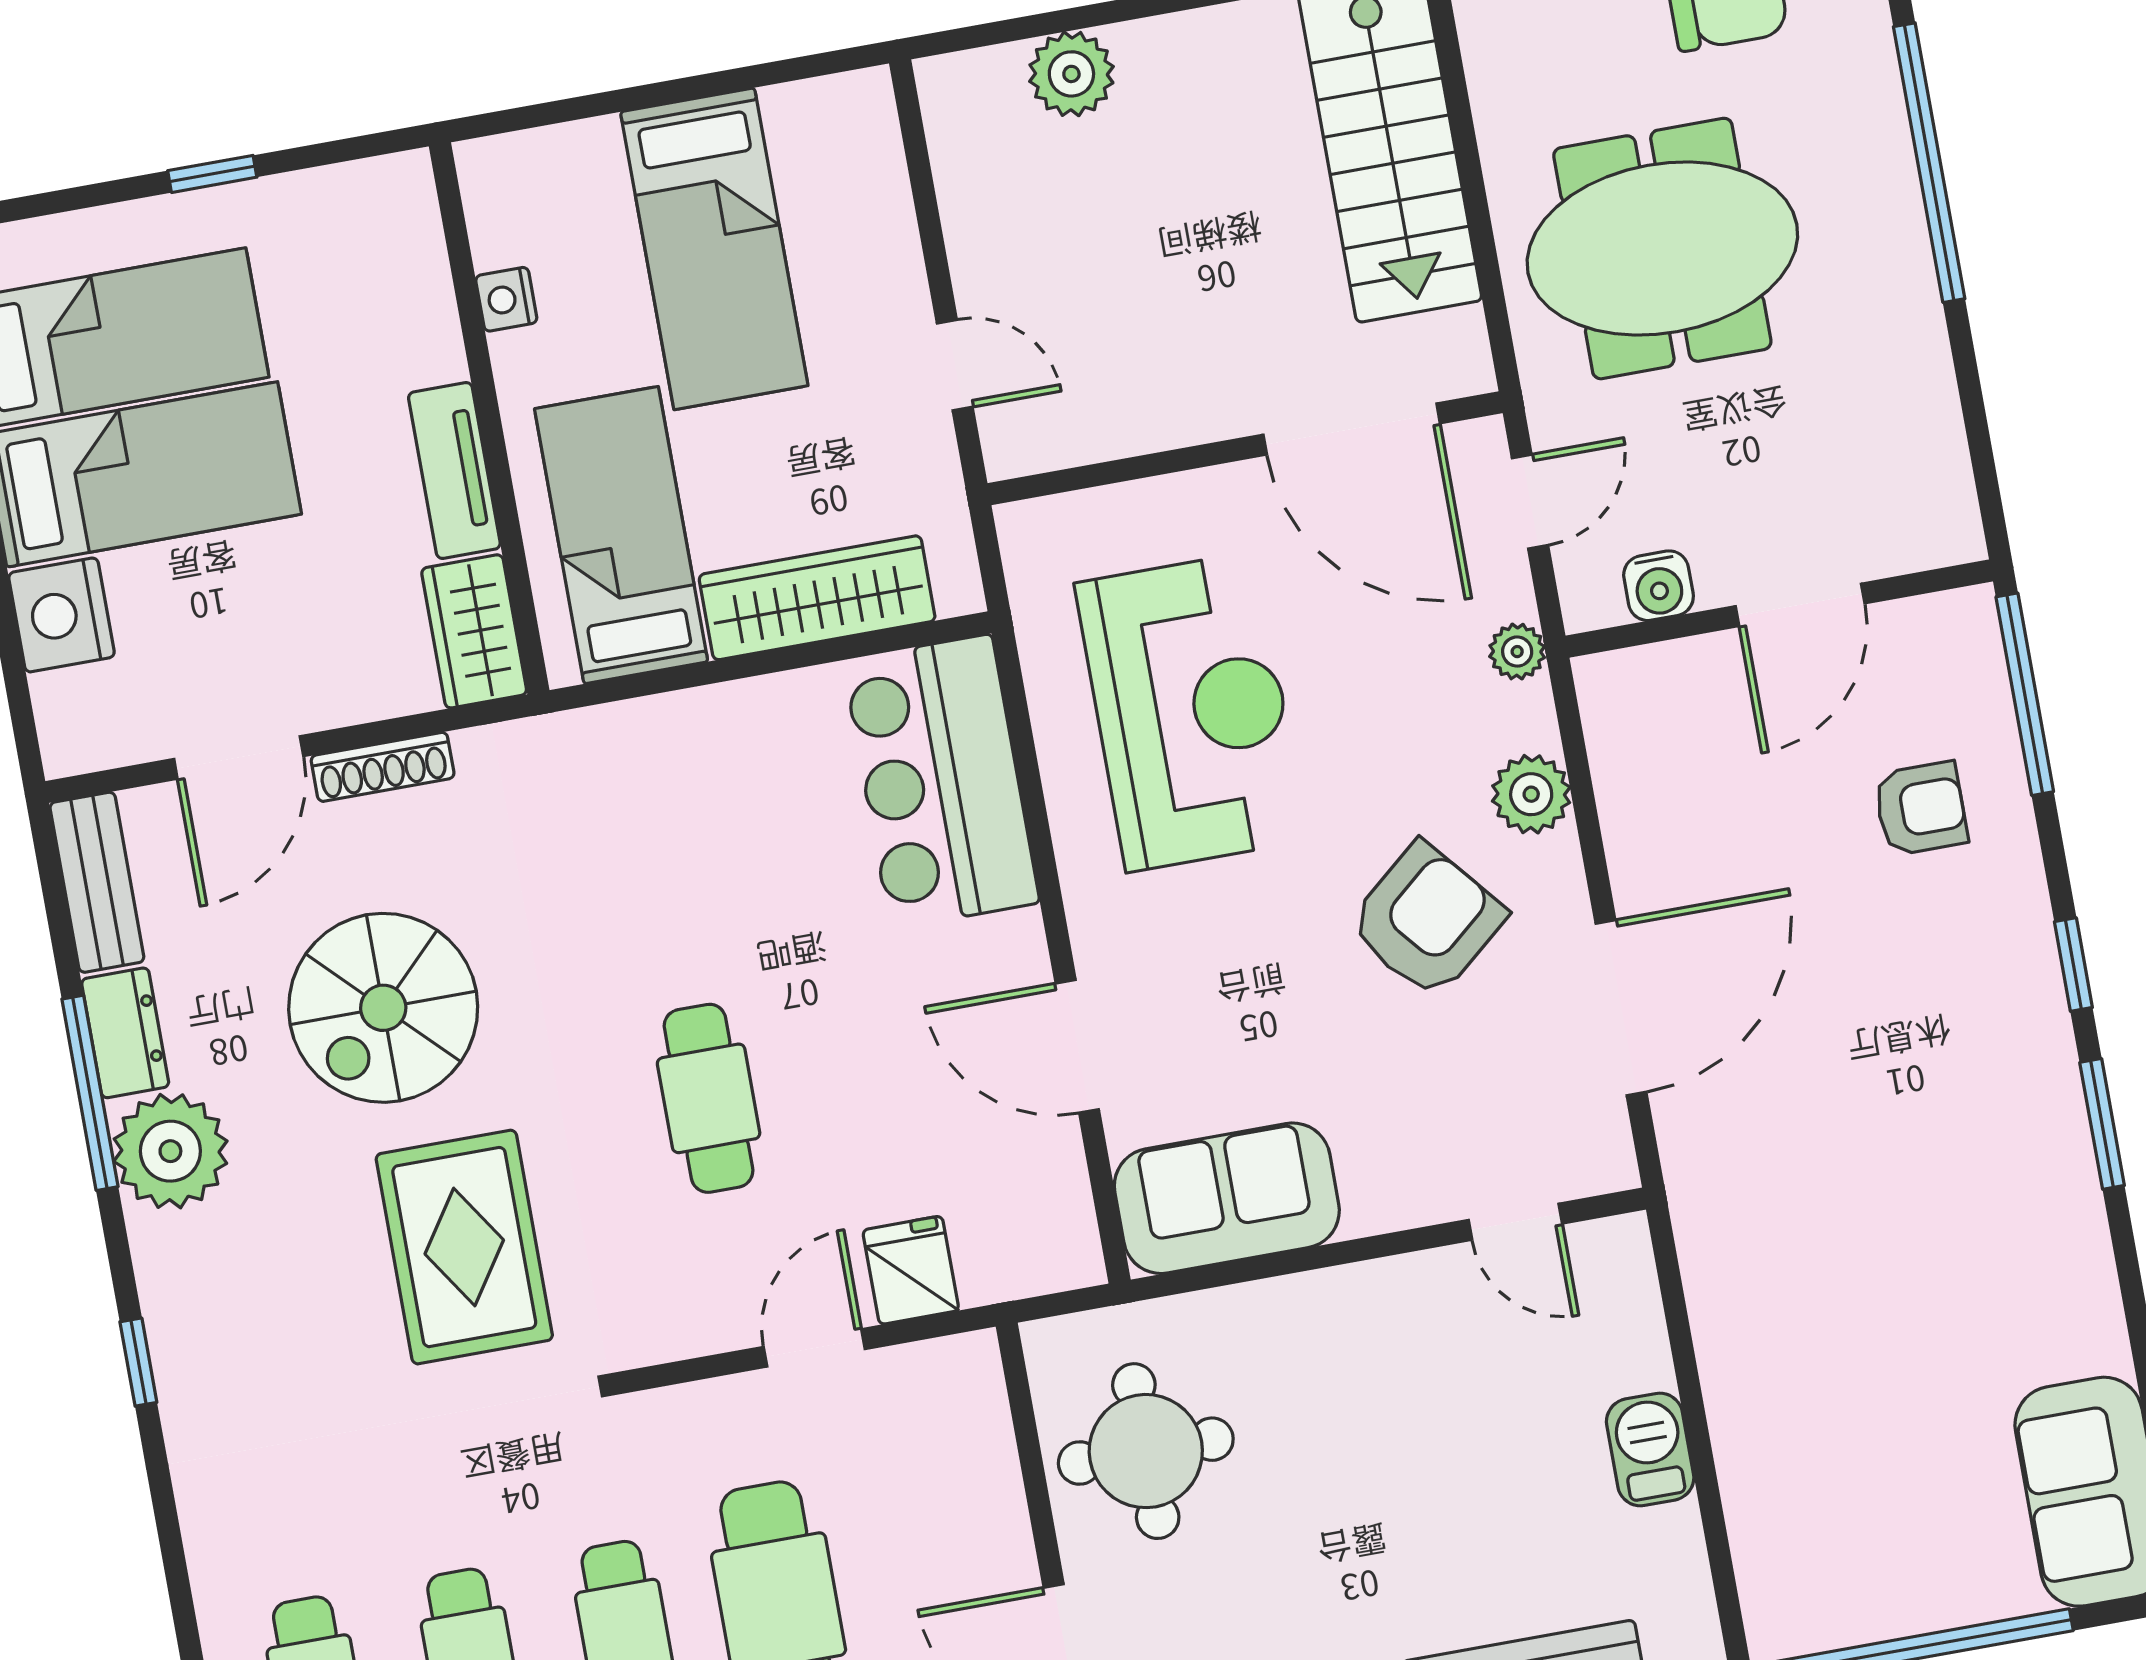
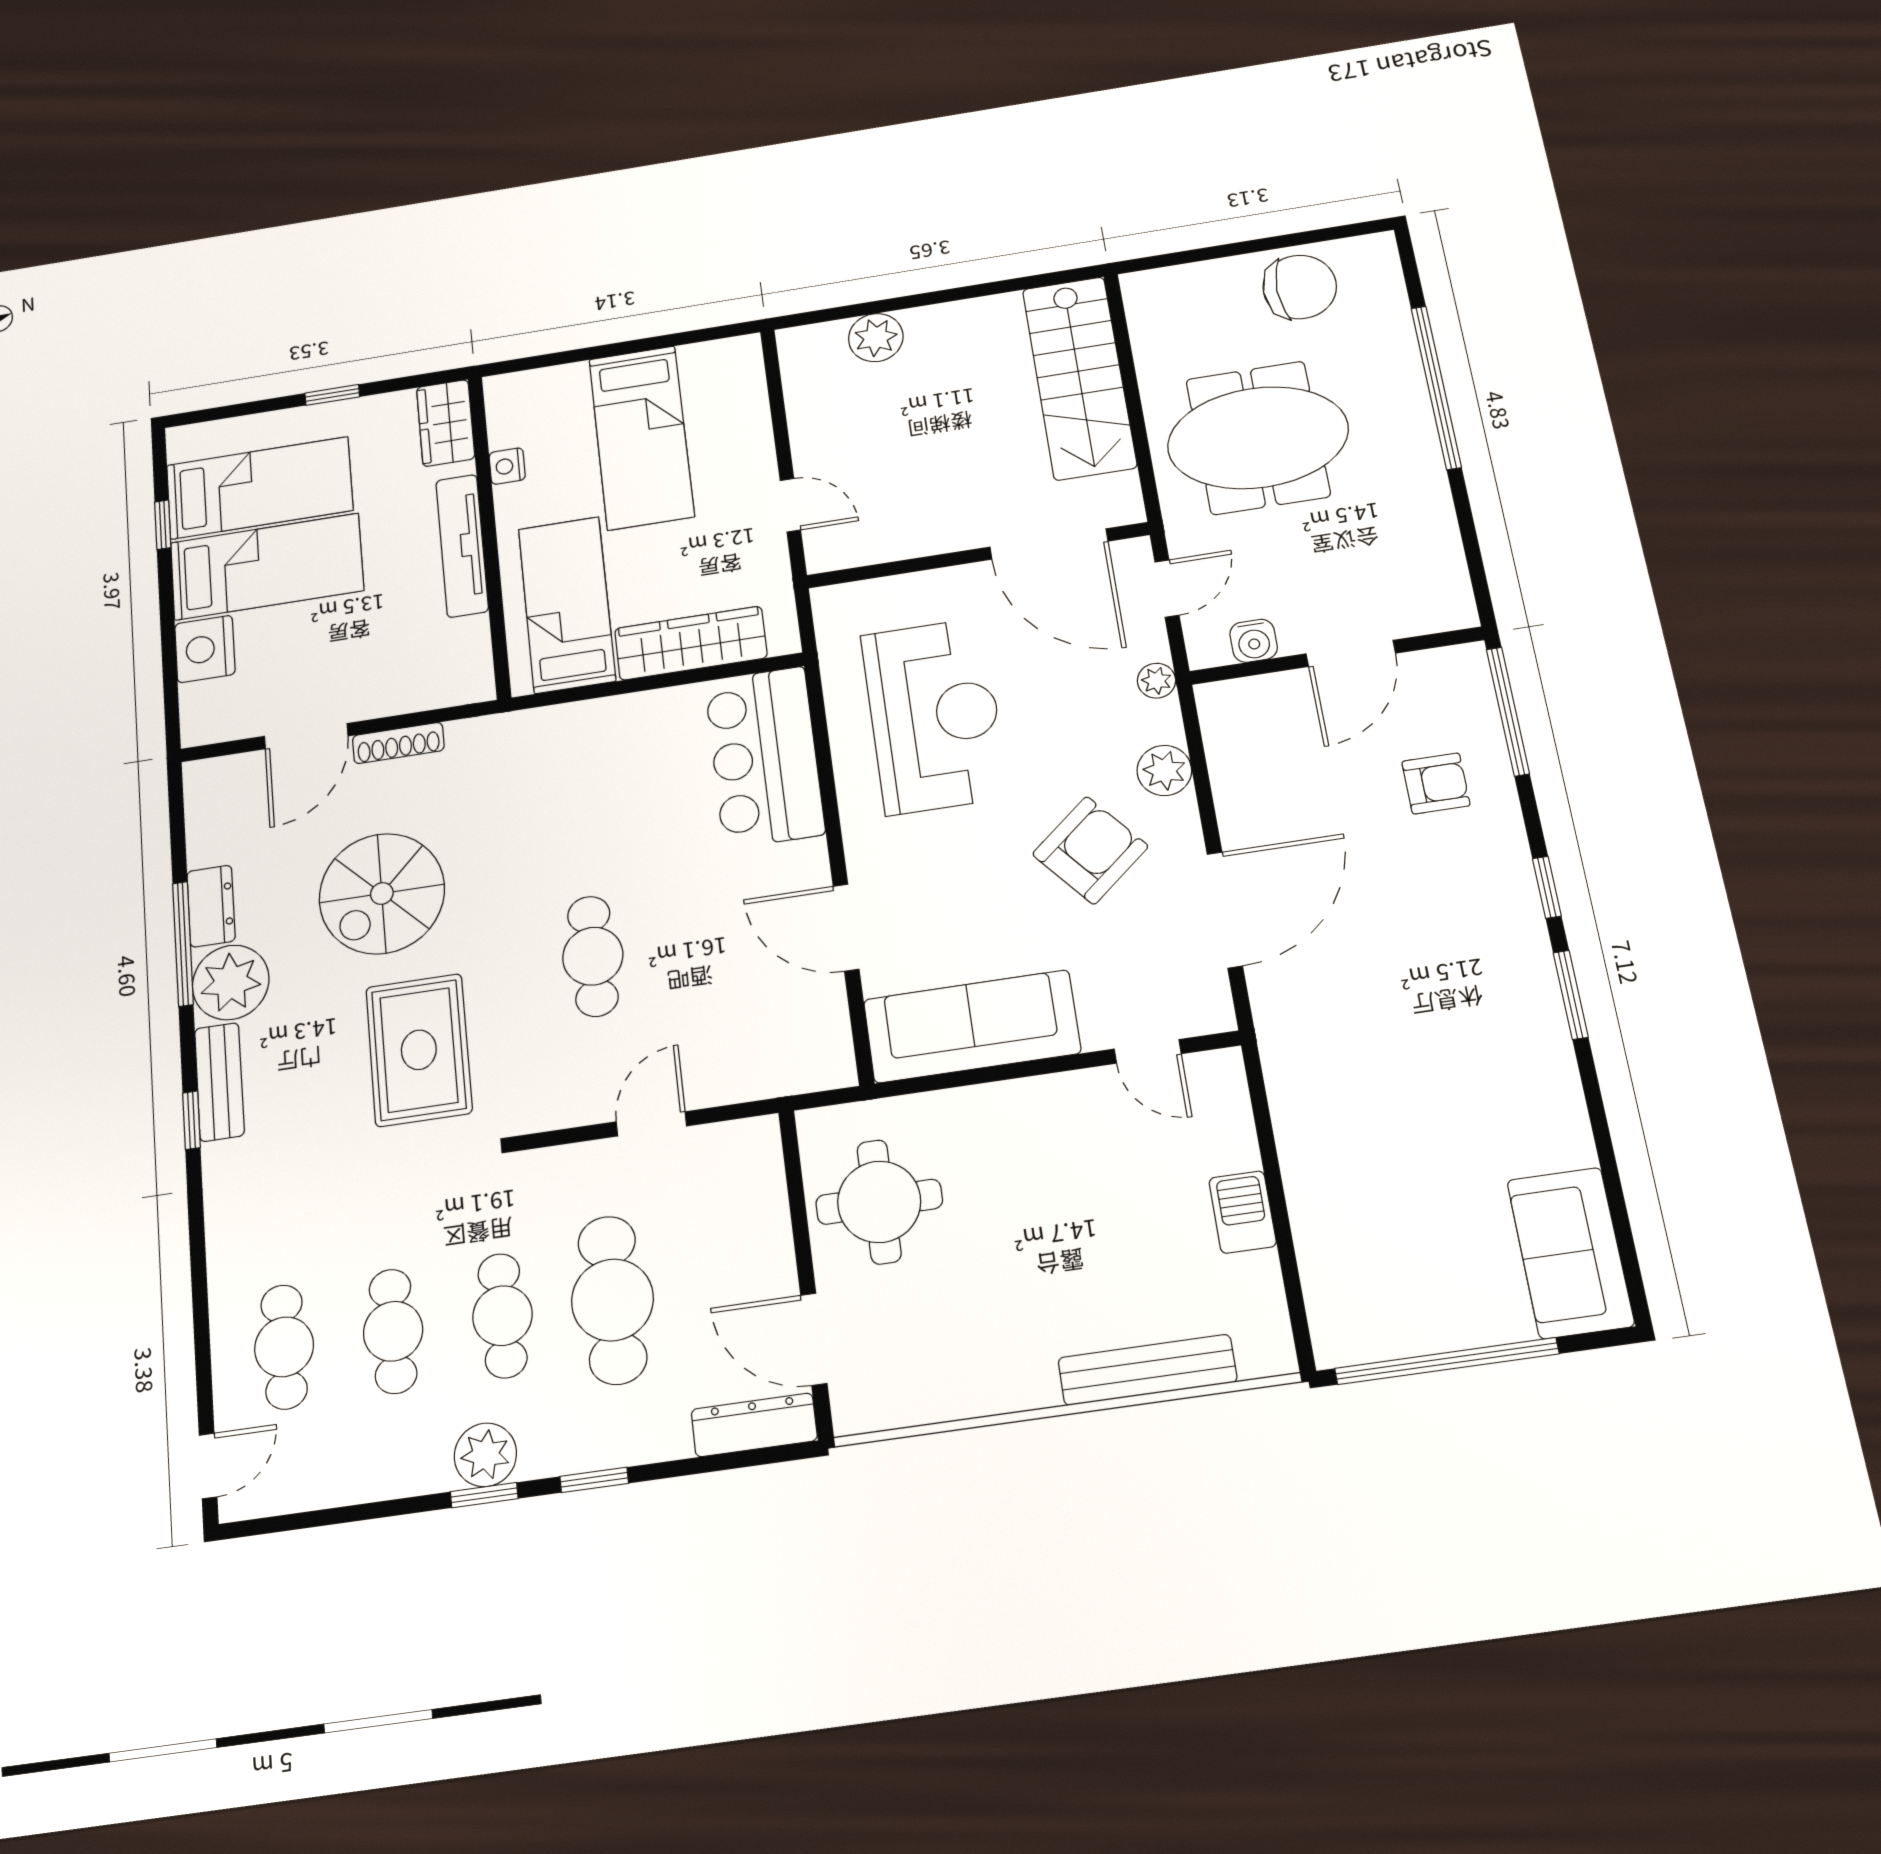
tv unit: (454, 471) -> (462, 546), width x1.41
wardrobe: (474, 631) -> (446, 423), moved
bench: (97, 882) -> (219, 1082), moved
sofa: (1227, 1198) -> (972, 1026), width x1.36
fridge: (911, 1270) -> (722, 1073), removed

